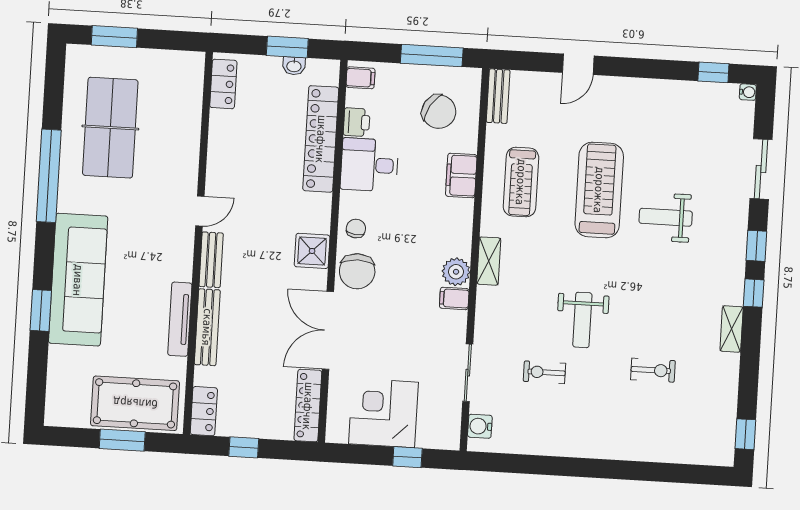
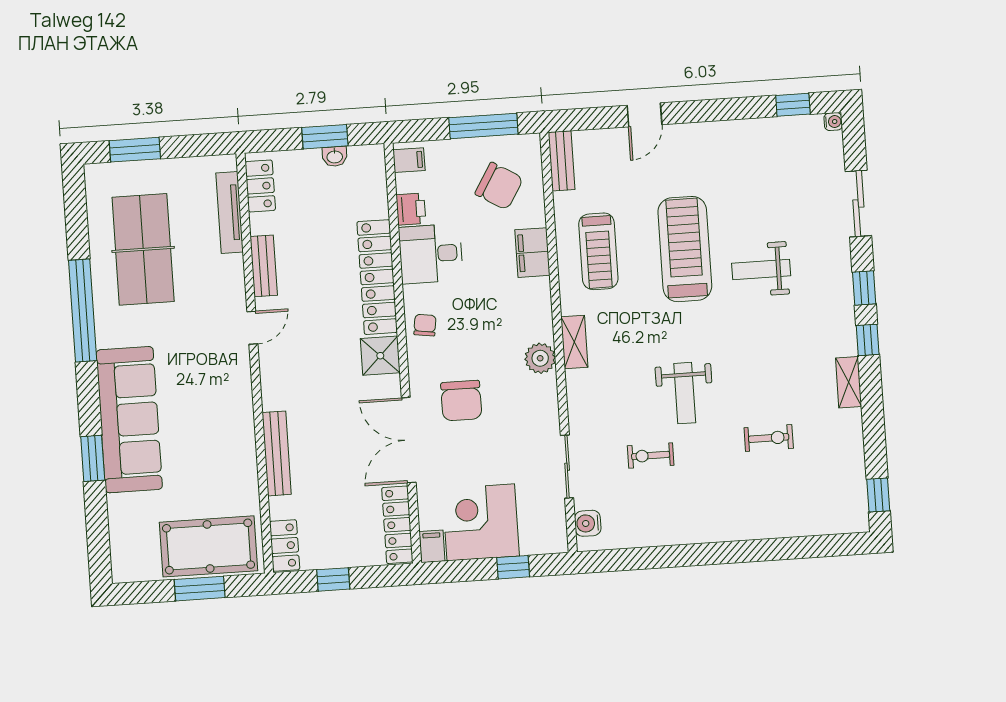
locker: (321, 139) -> (377, 277), moved
bench: (211, 260) -> (264, 266), moved
chair: (357, 271) -> (461, 401), moved
filing cabinet: (454, 298) -> (432, 546), moved, turned 90
tv unit: (180, 319) -> (230, 213), moved

